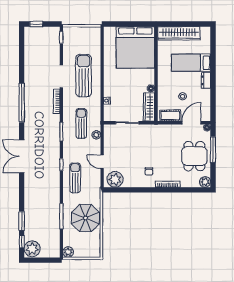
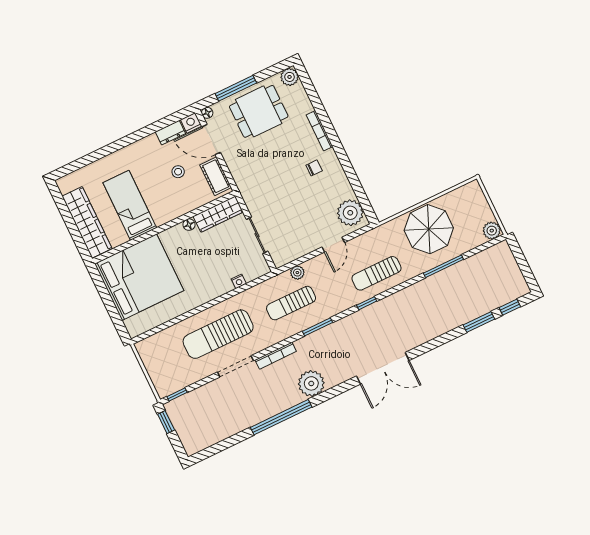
window: (36, 24) -> (166, 422), moved
bed: (191, 63) -> (130, 205), moved, turned 180
dresser: (206, 80) -> (170, 133), moved
window: (22, 103) -> (281, 417), moved
nightstand: (206, 116) -> (191, 123), added
plant: (32, 249) -> (311, 383), moved

